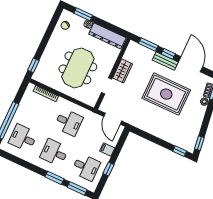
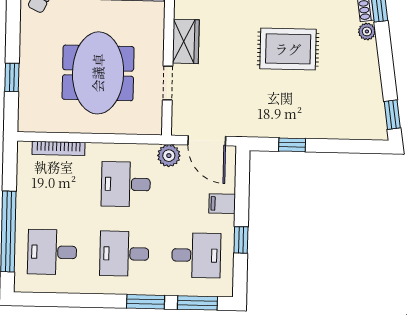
window: (33, 65) -> (12, 77), moved
rug: (166, 94) -> (288, 49), width x0.73, depth x0.69
plant: (93, 118) -> (169, 156), added
desk: (69, 122) -> (126, 184), turned 180
window: (180, 151) -> (292, 145), moved

